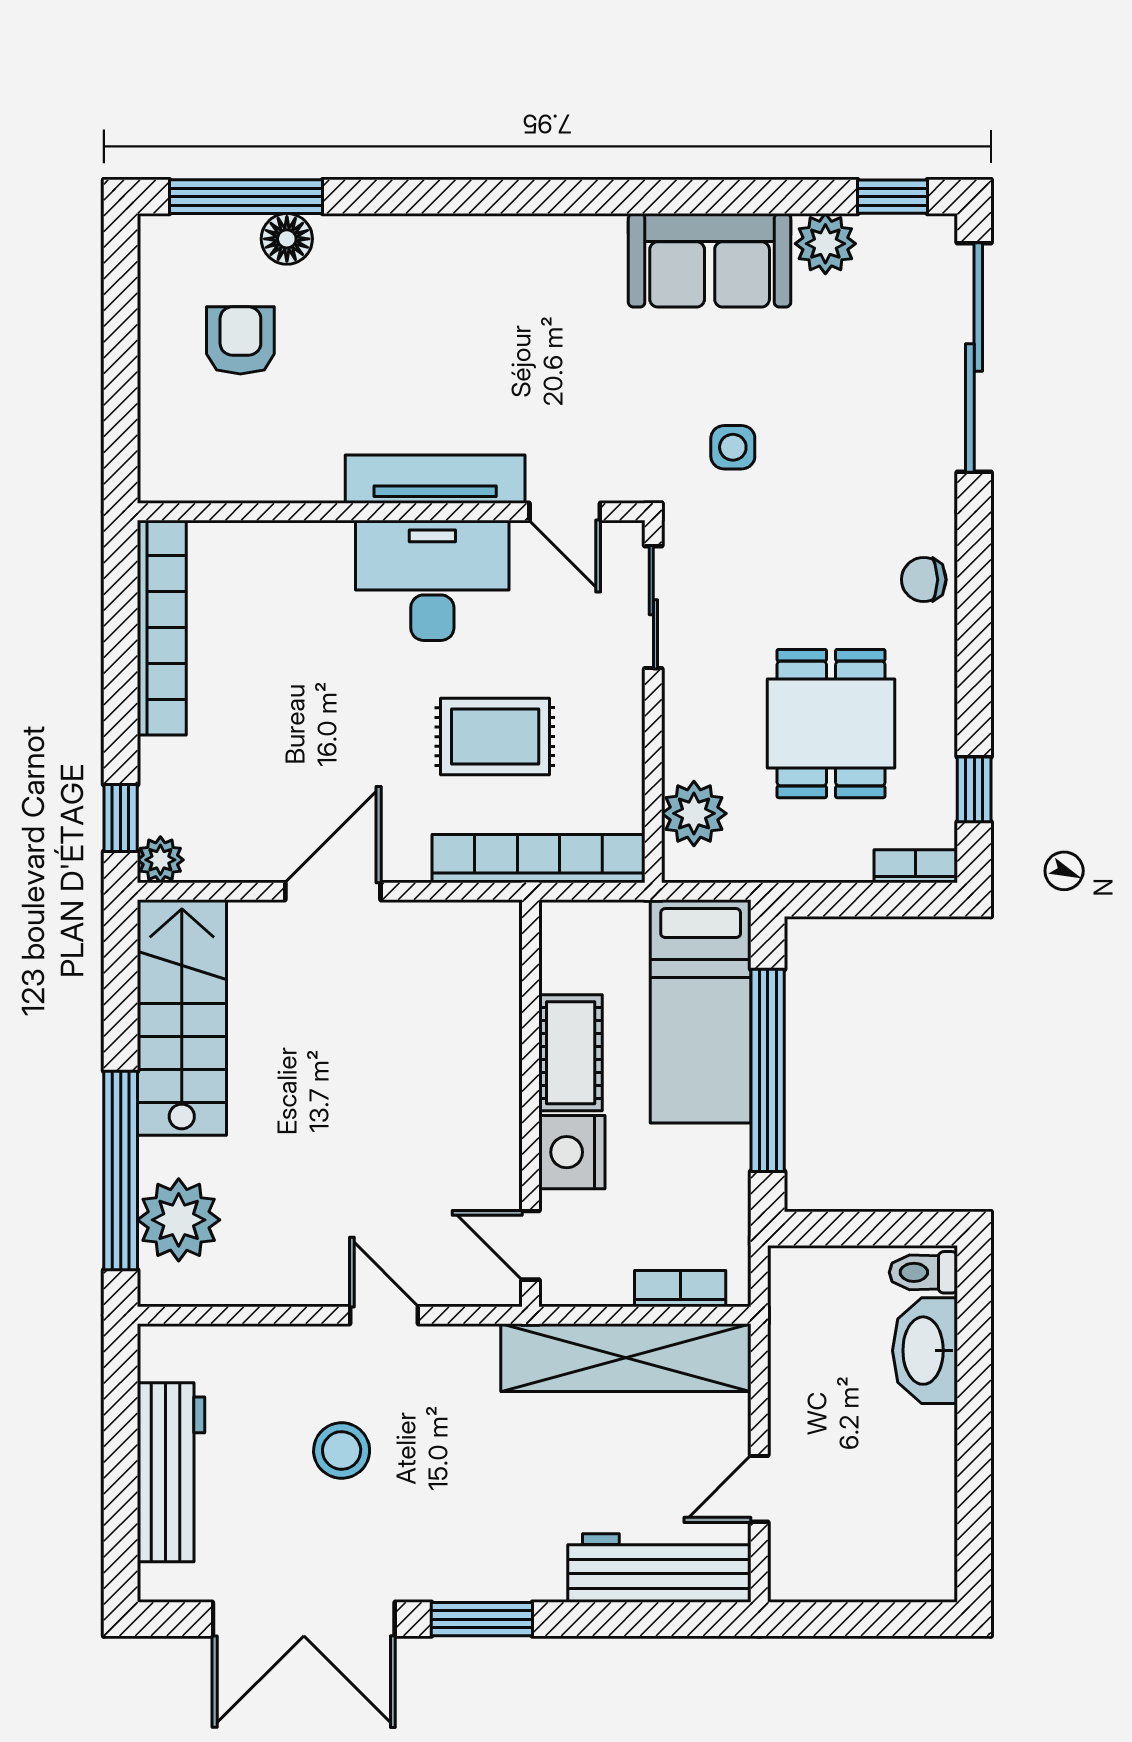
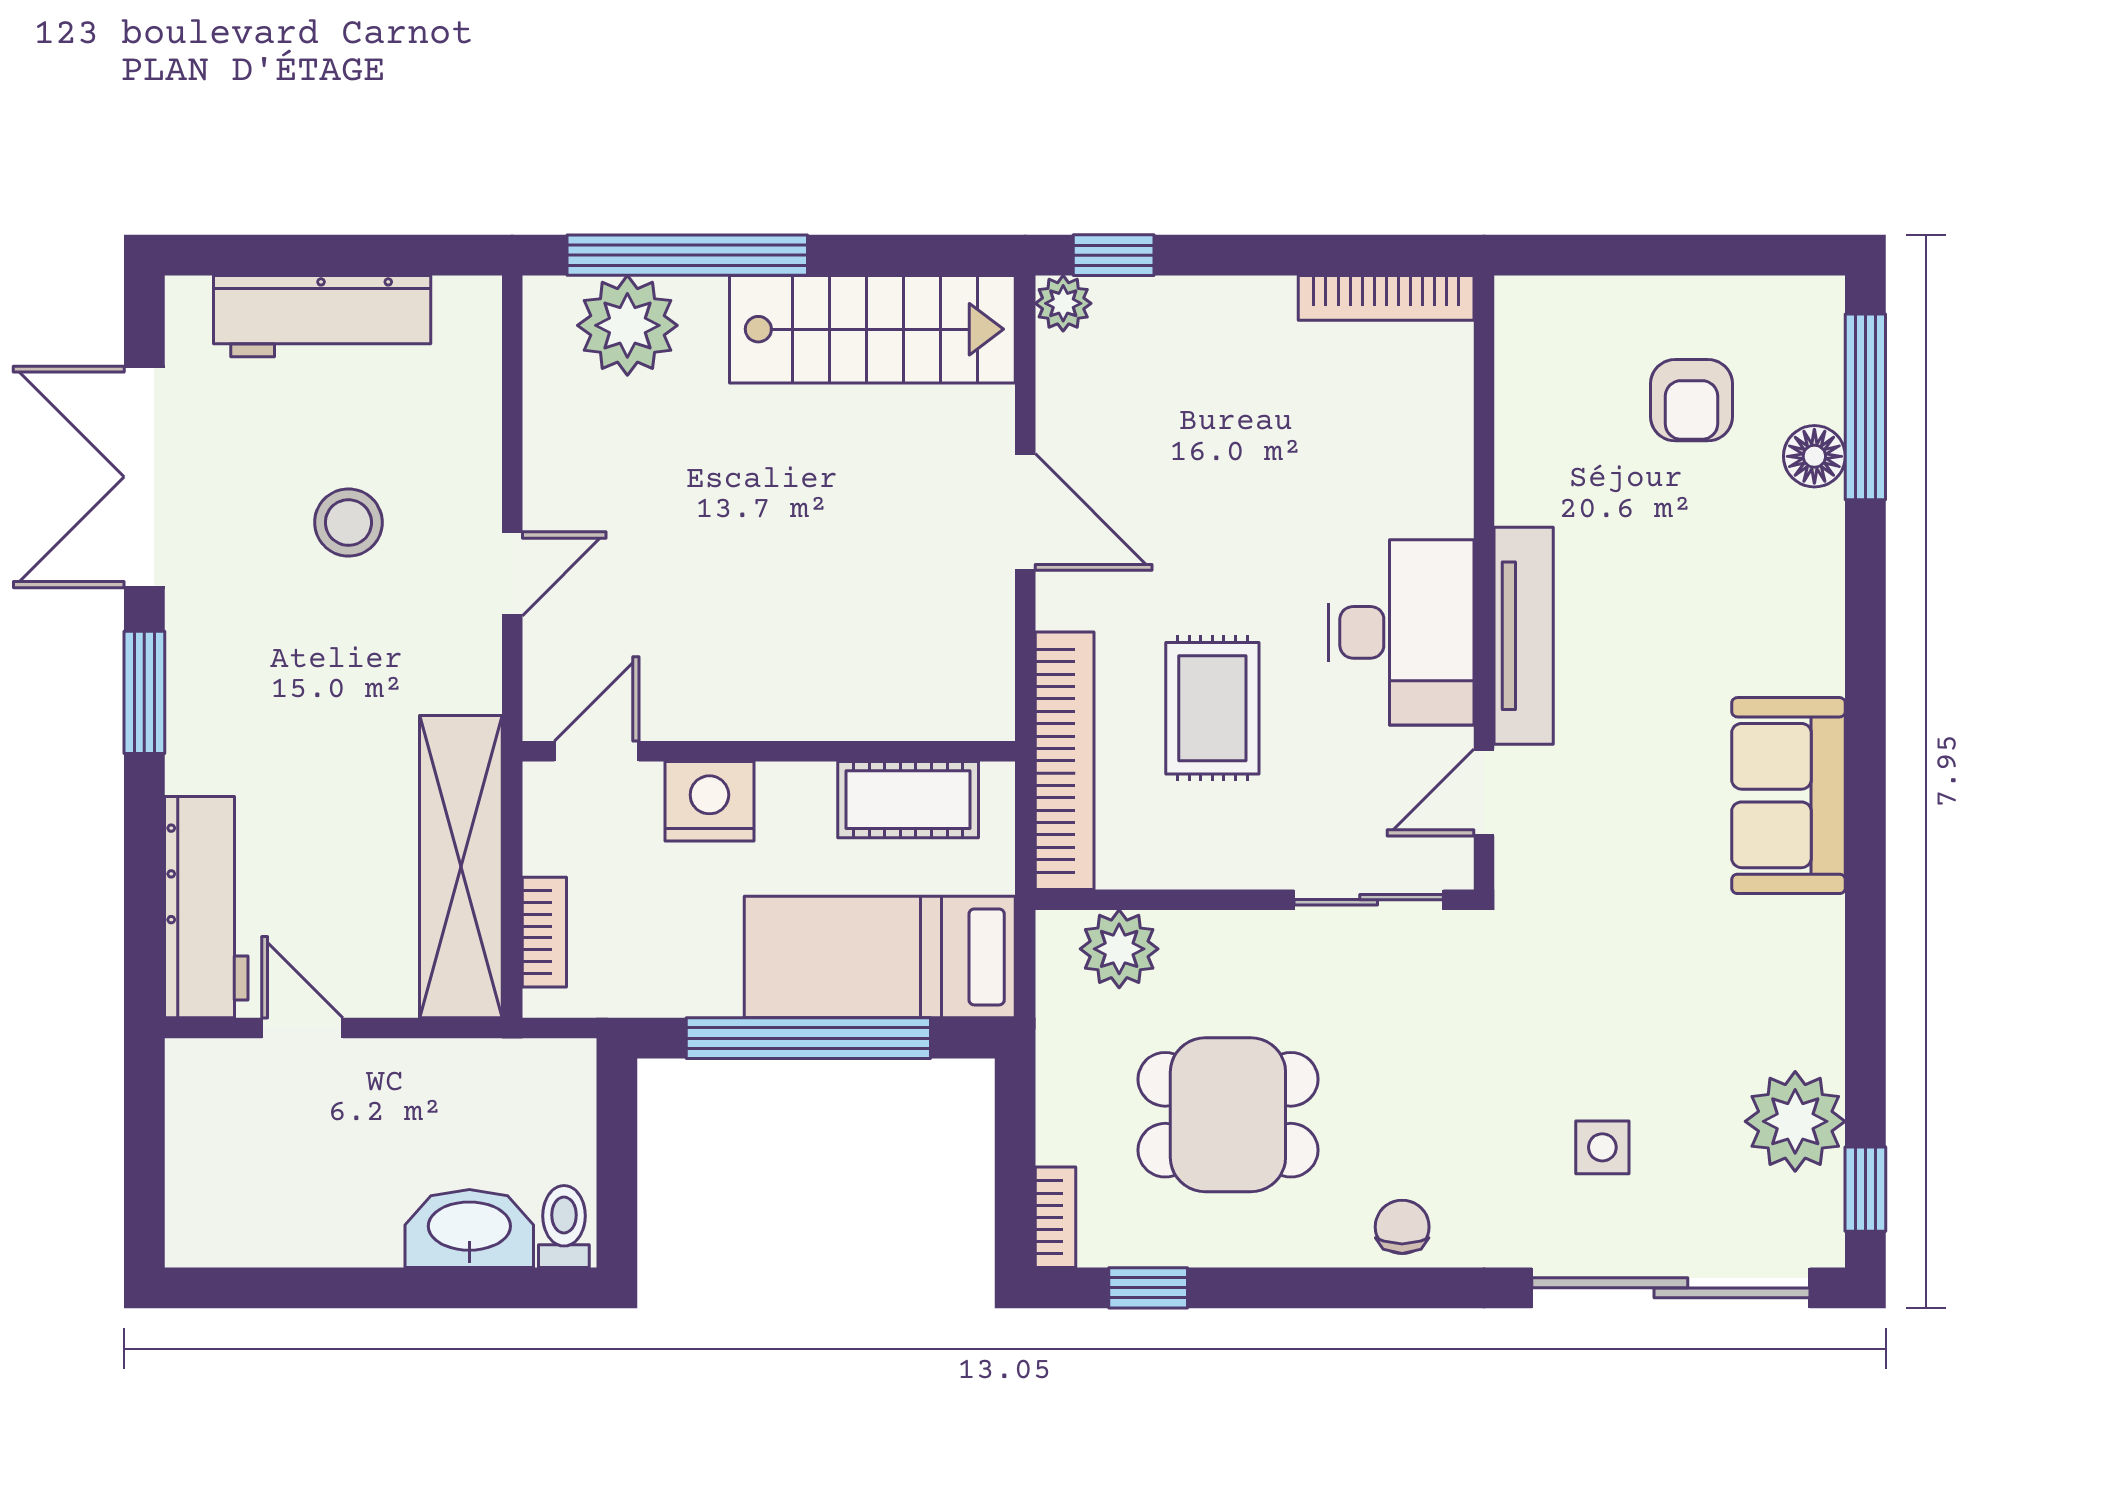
plant: (825, 244) -> (1795, 1121), width x1.36, depth x1.36
sofa: (710, 260) -> (1788, 796), moved
armchair: (240, 340) -> (1692, 400), turned 90
side table: (733, 447) -> (1602, 1147), moved
bookcase: (162, 628) -> (1386, 298), width x0.68, depth x0.76
cot: (571, 1053) -> (908, 800), moved

